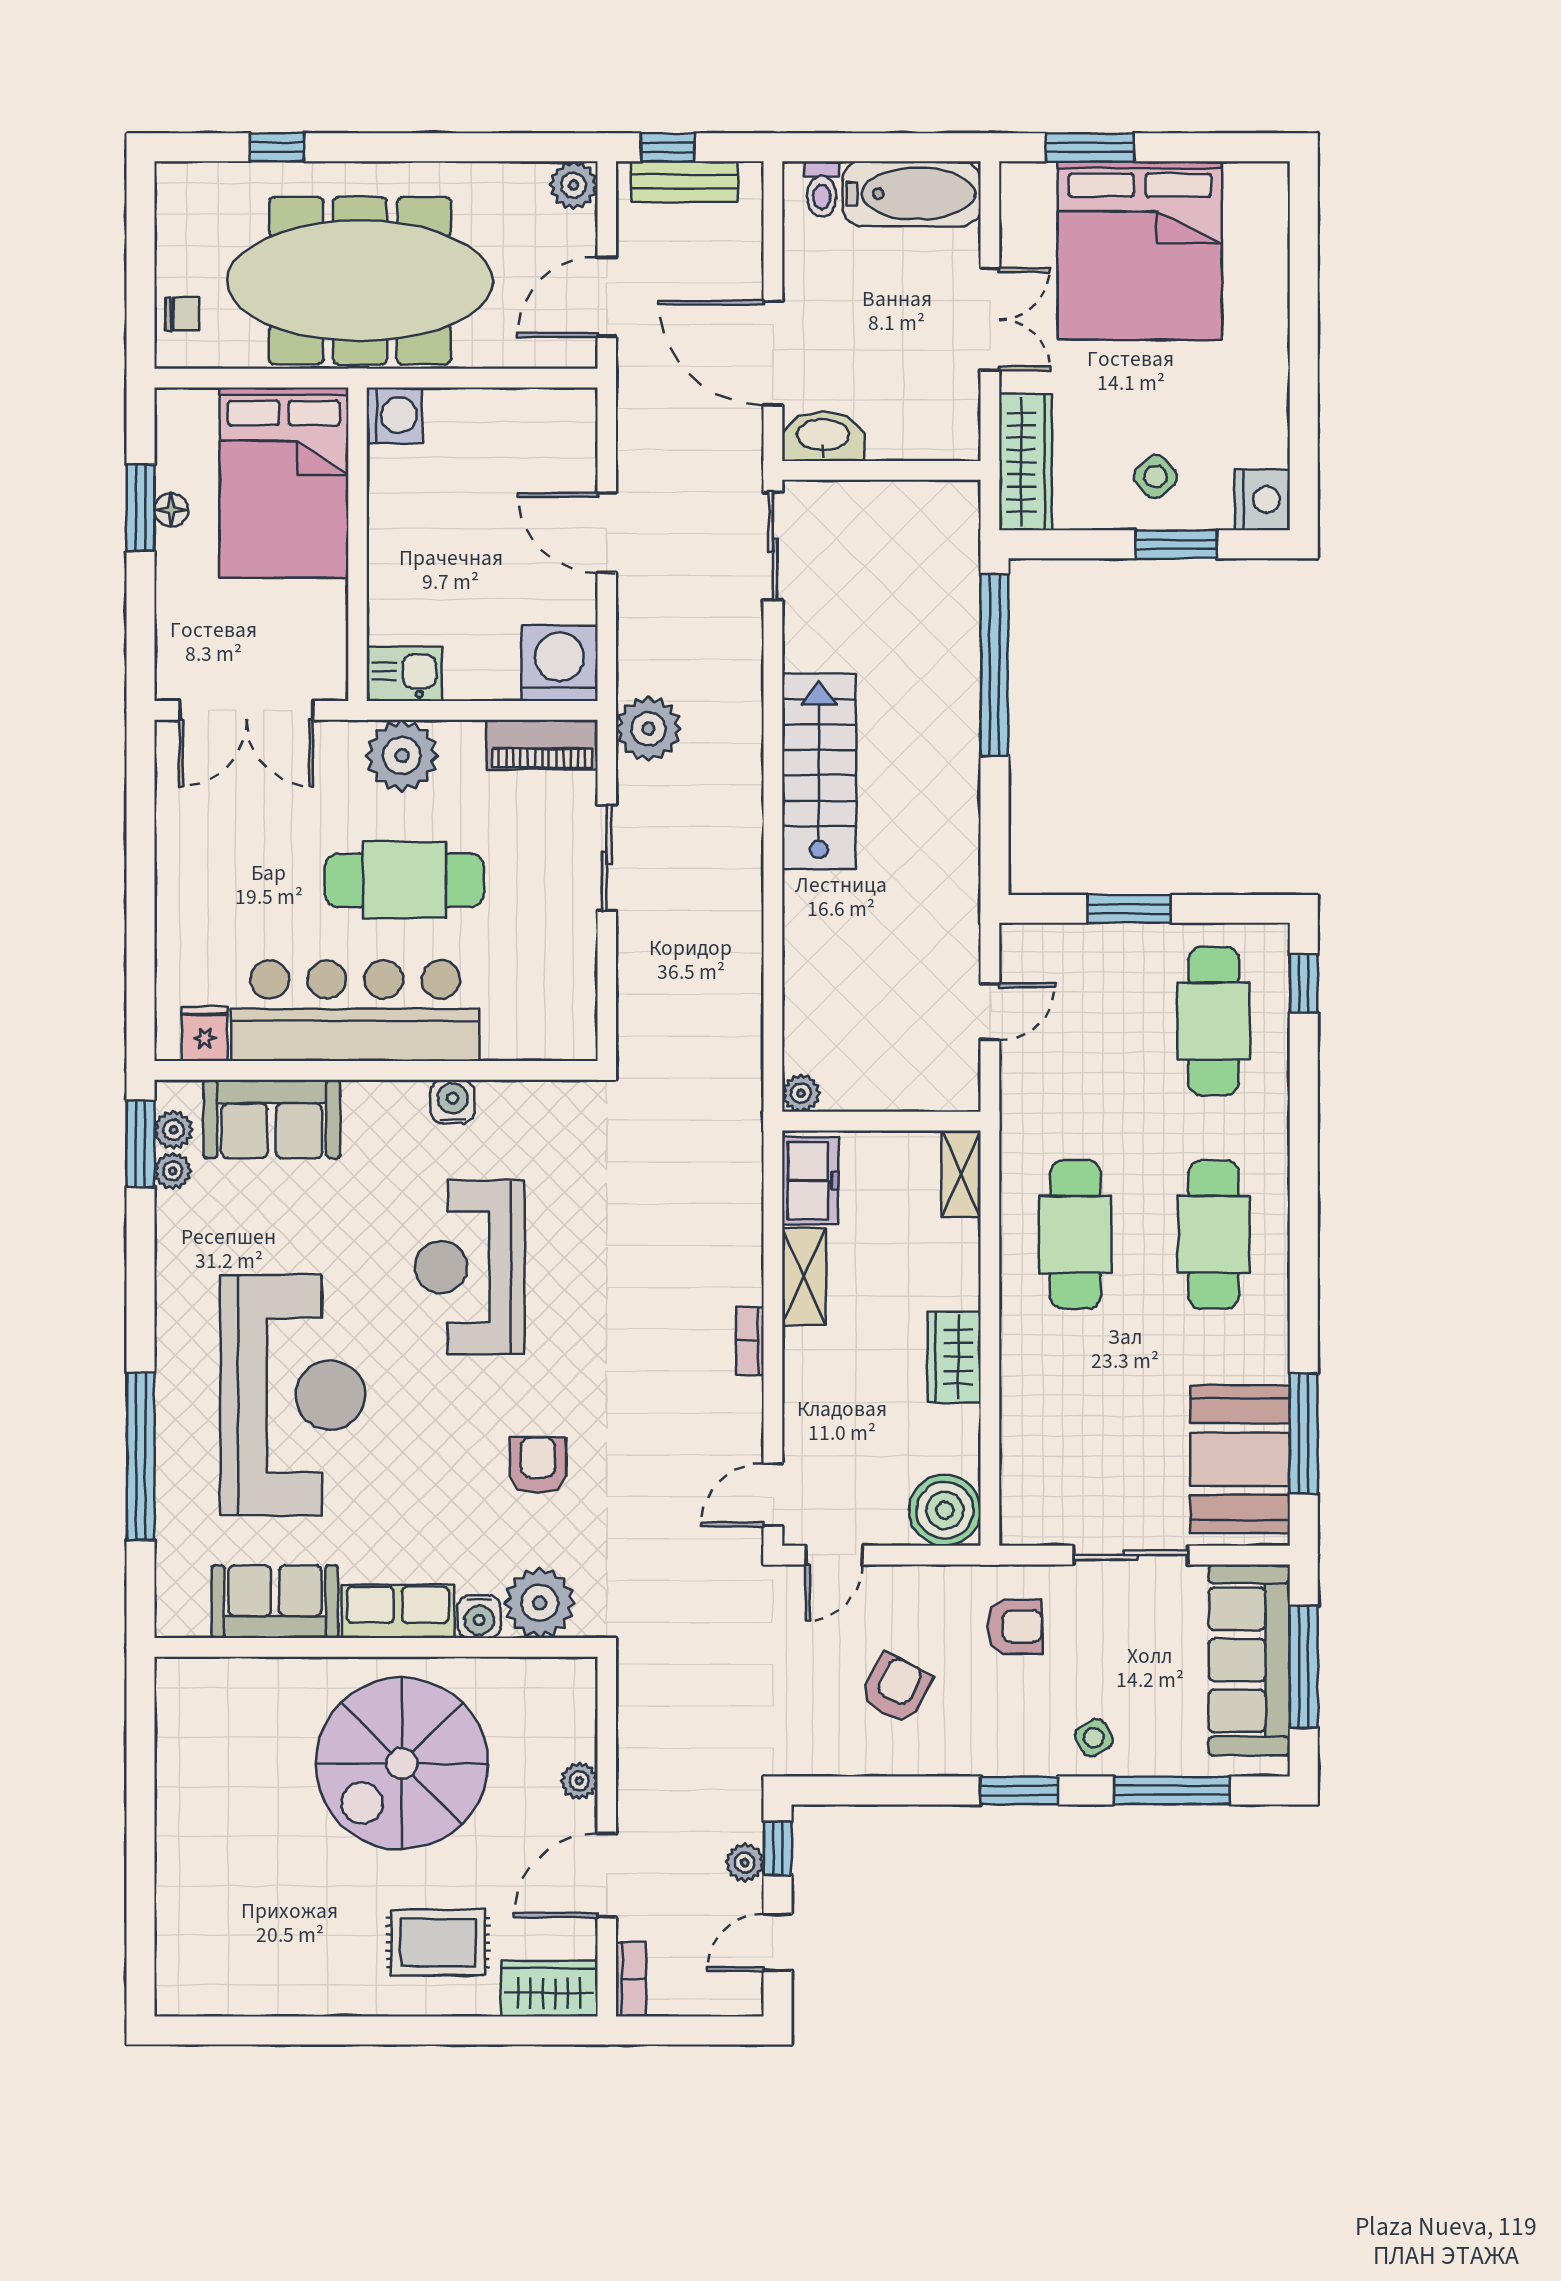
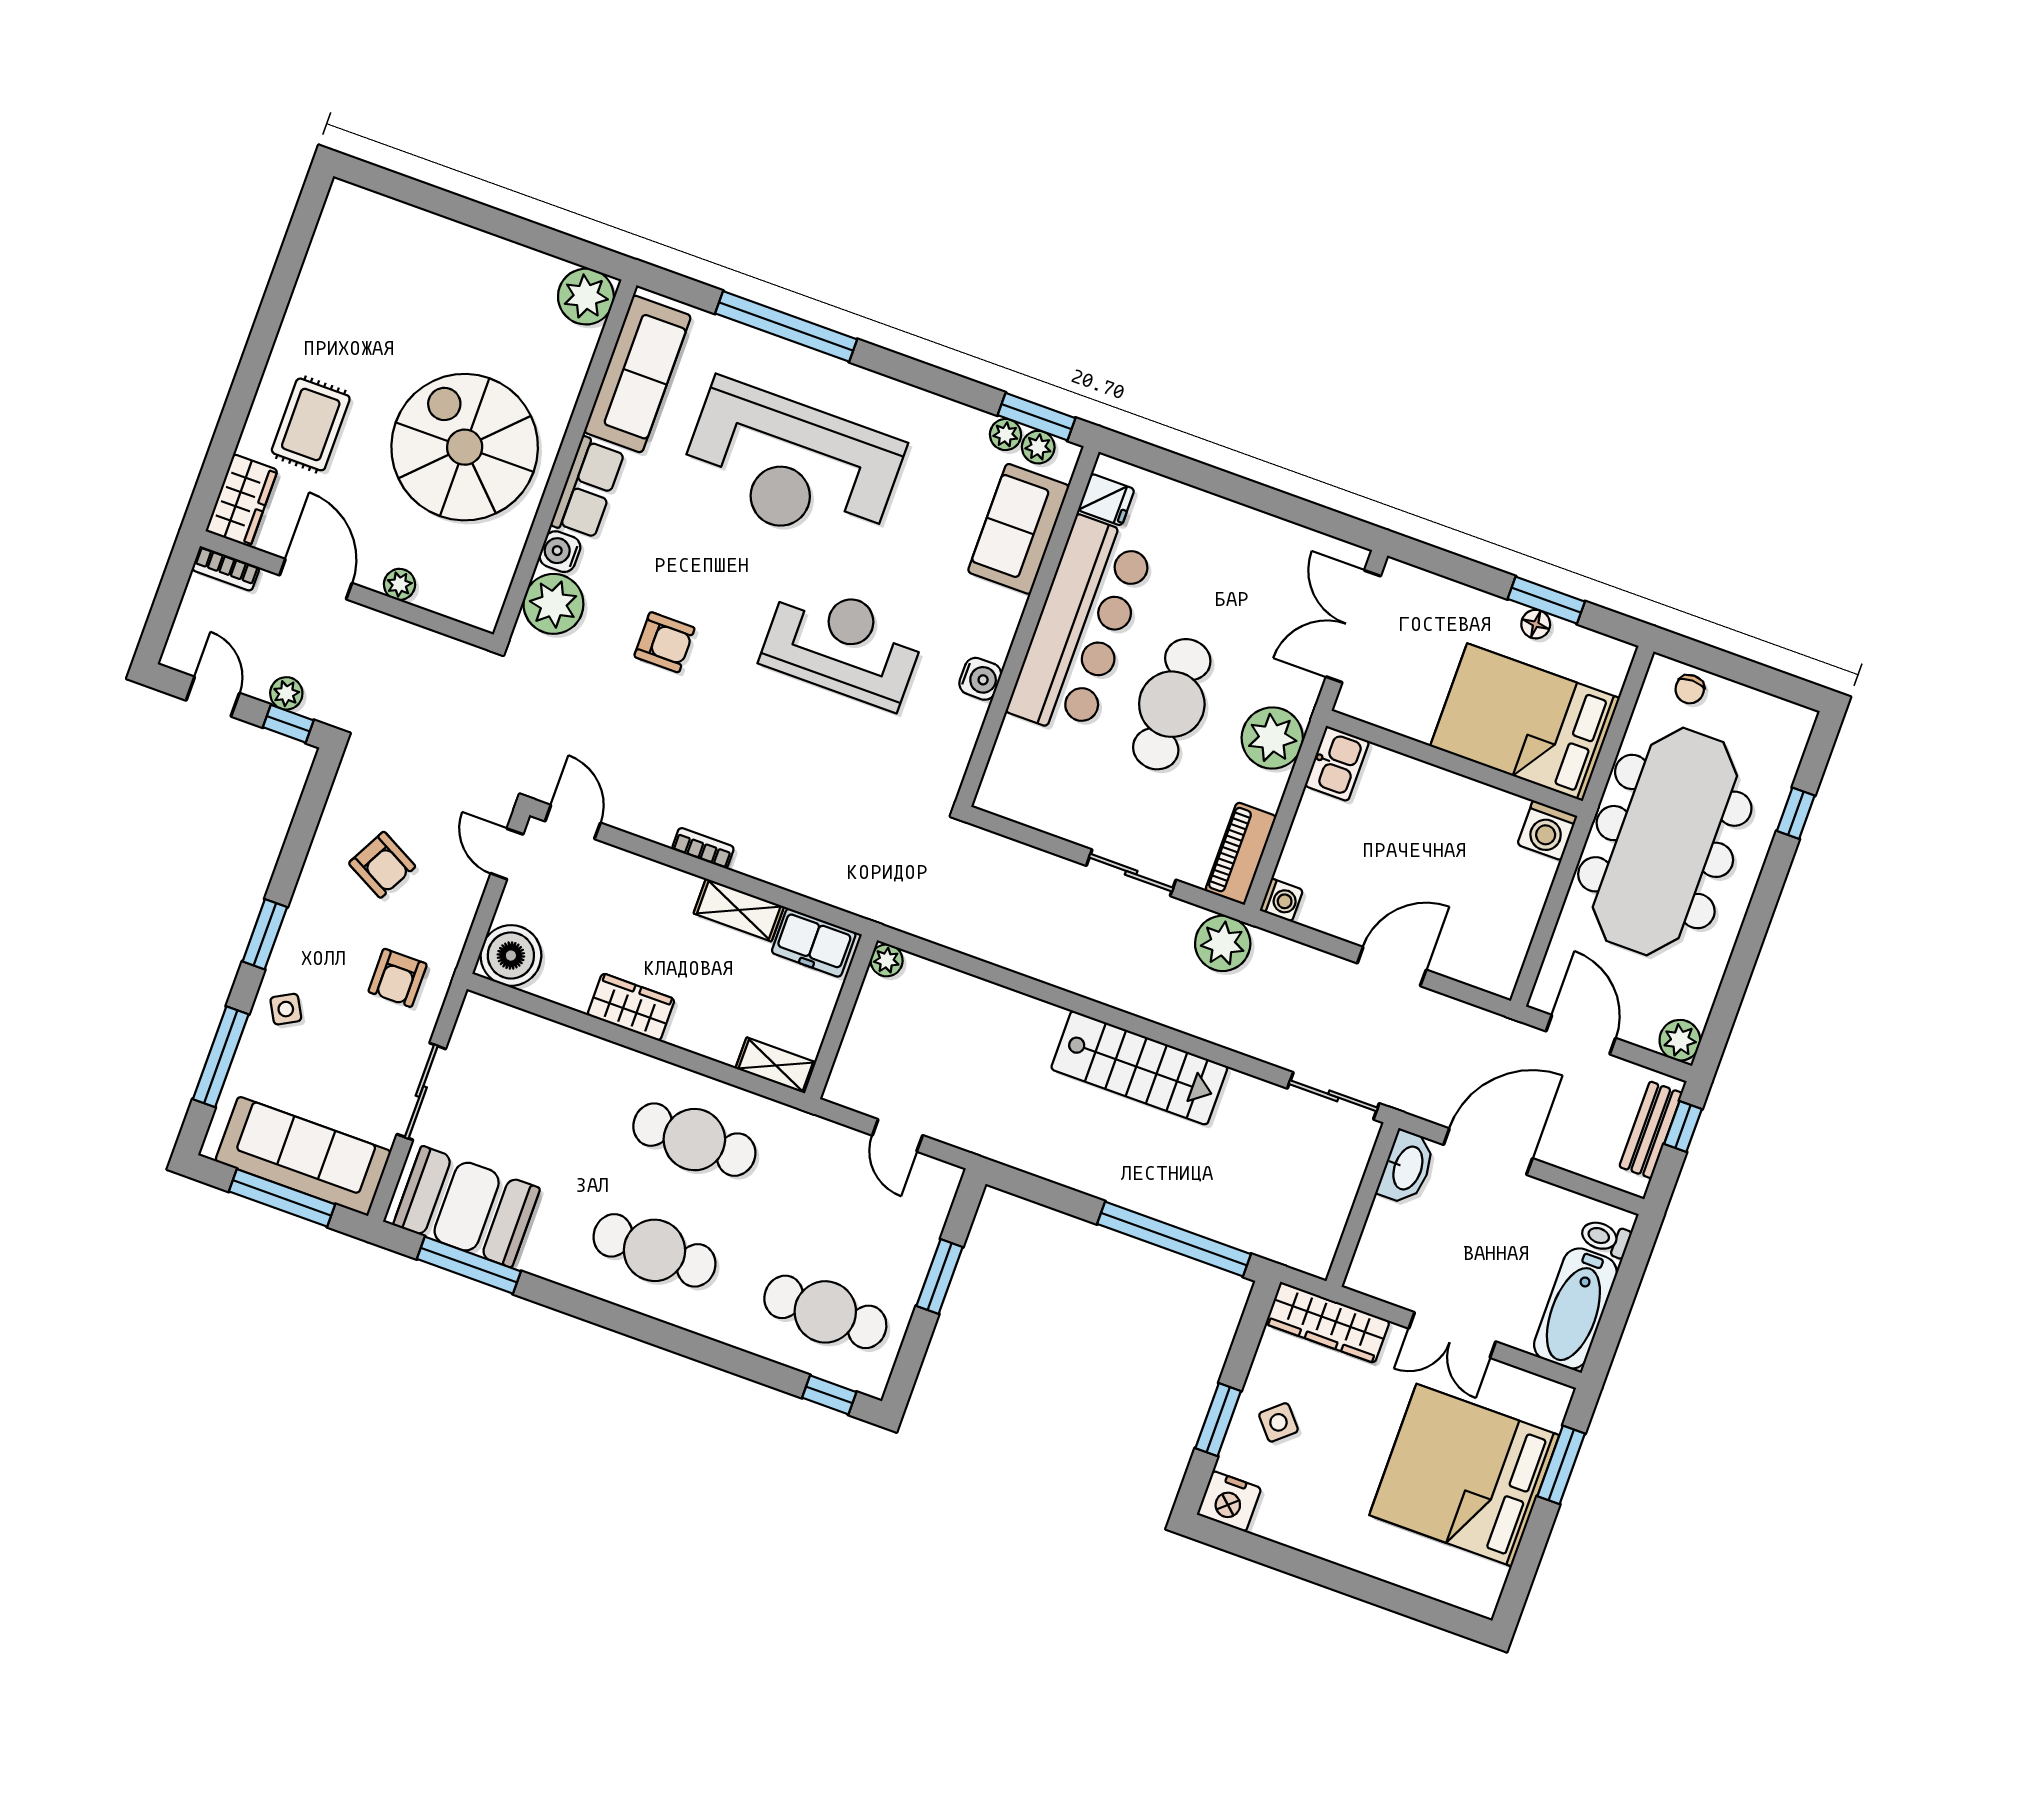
washing machine: (559, 663) -> (1281, 900), width x0.53, depth x0.53
sofa: (275, 1602) -> (637, 374), width x1.36
plant: (187, 1689) -> (586, 297), added

